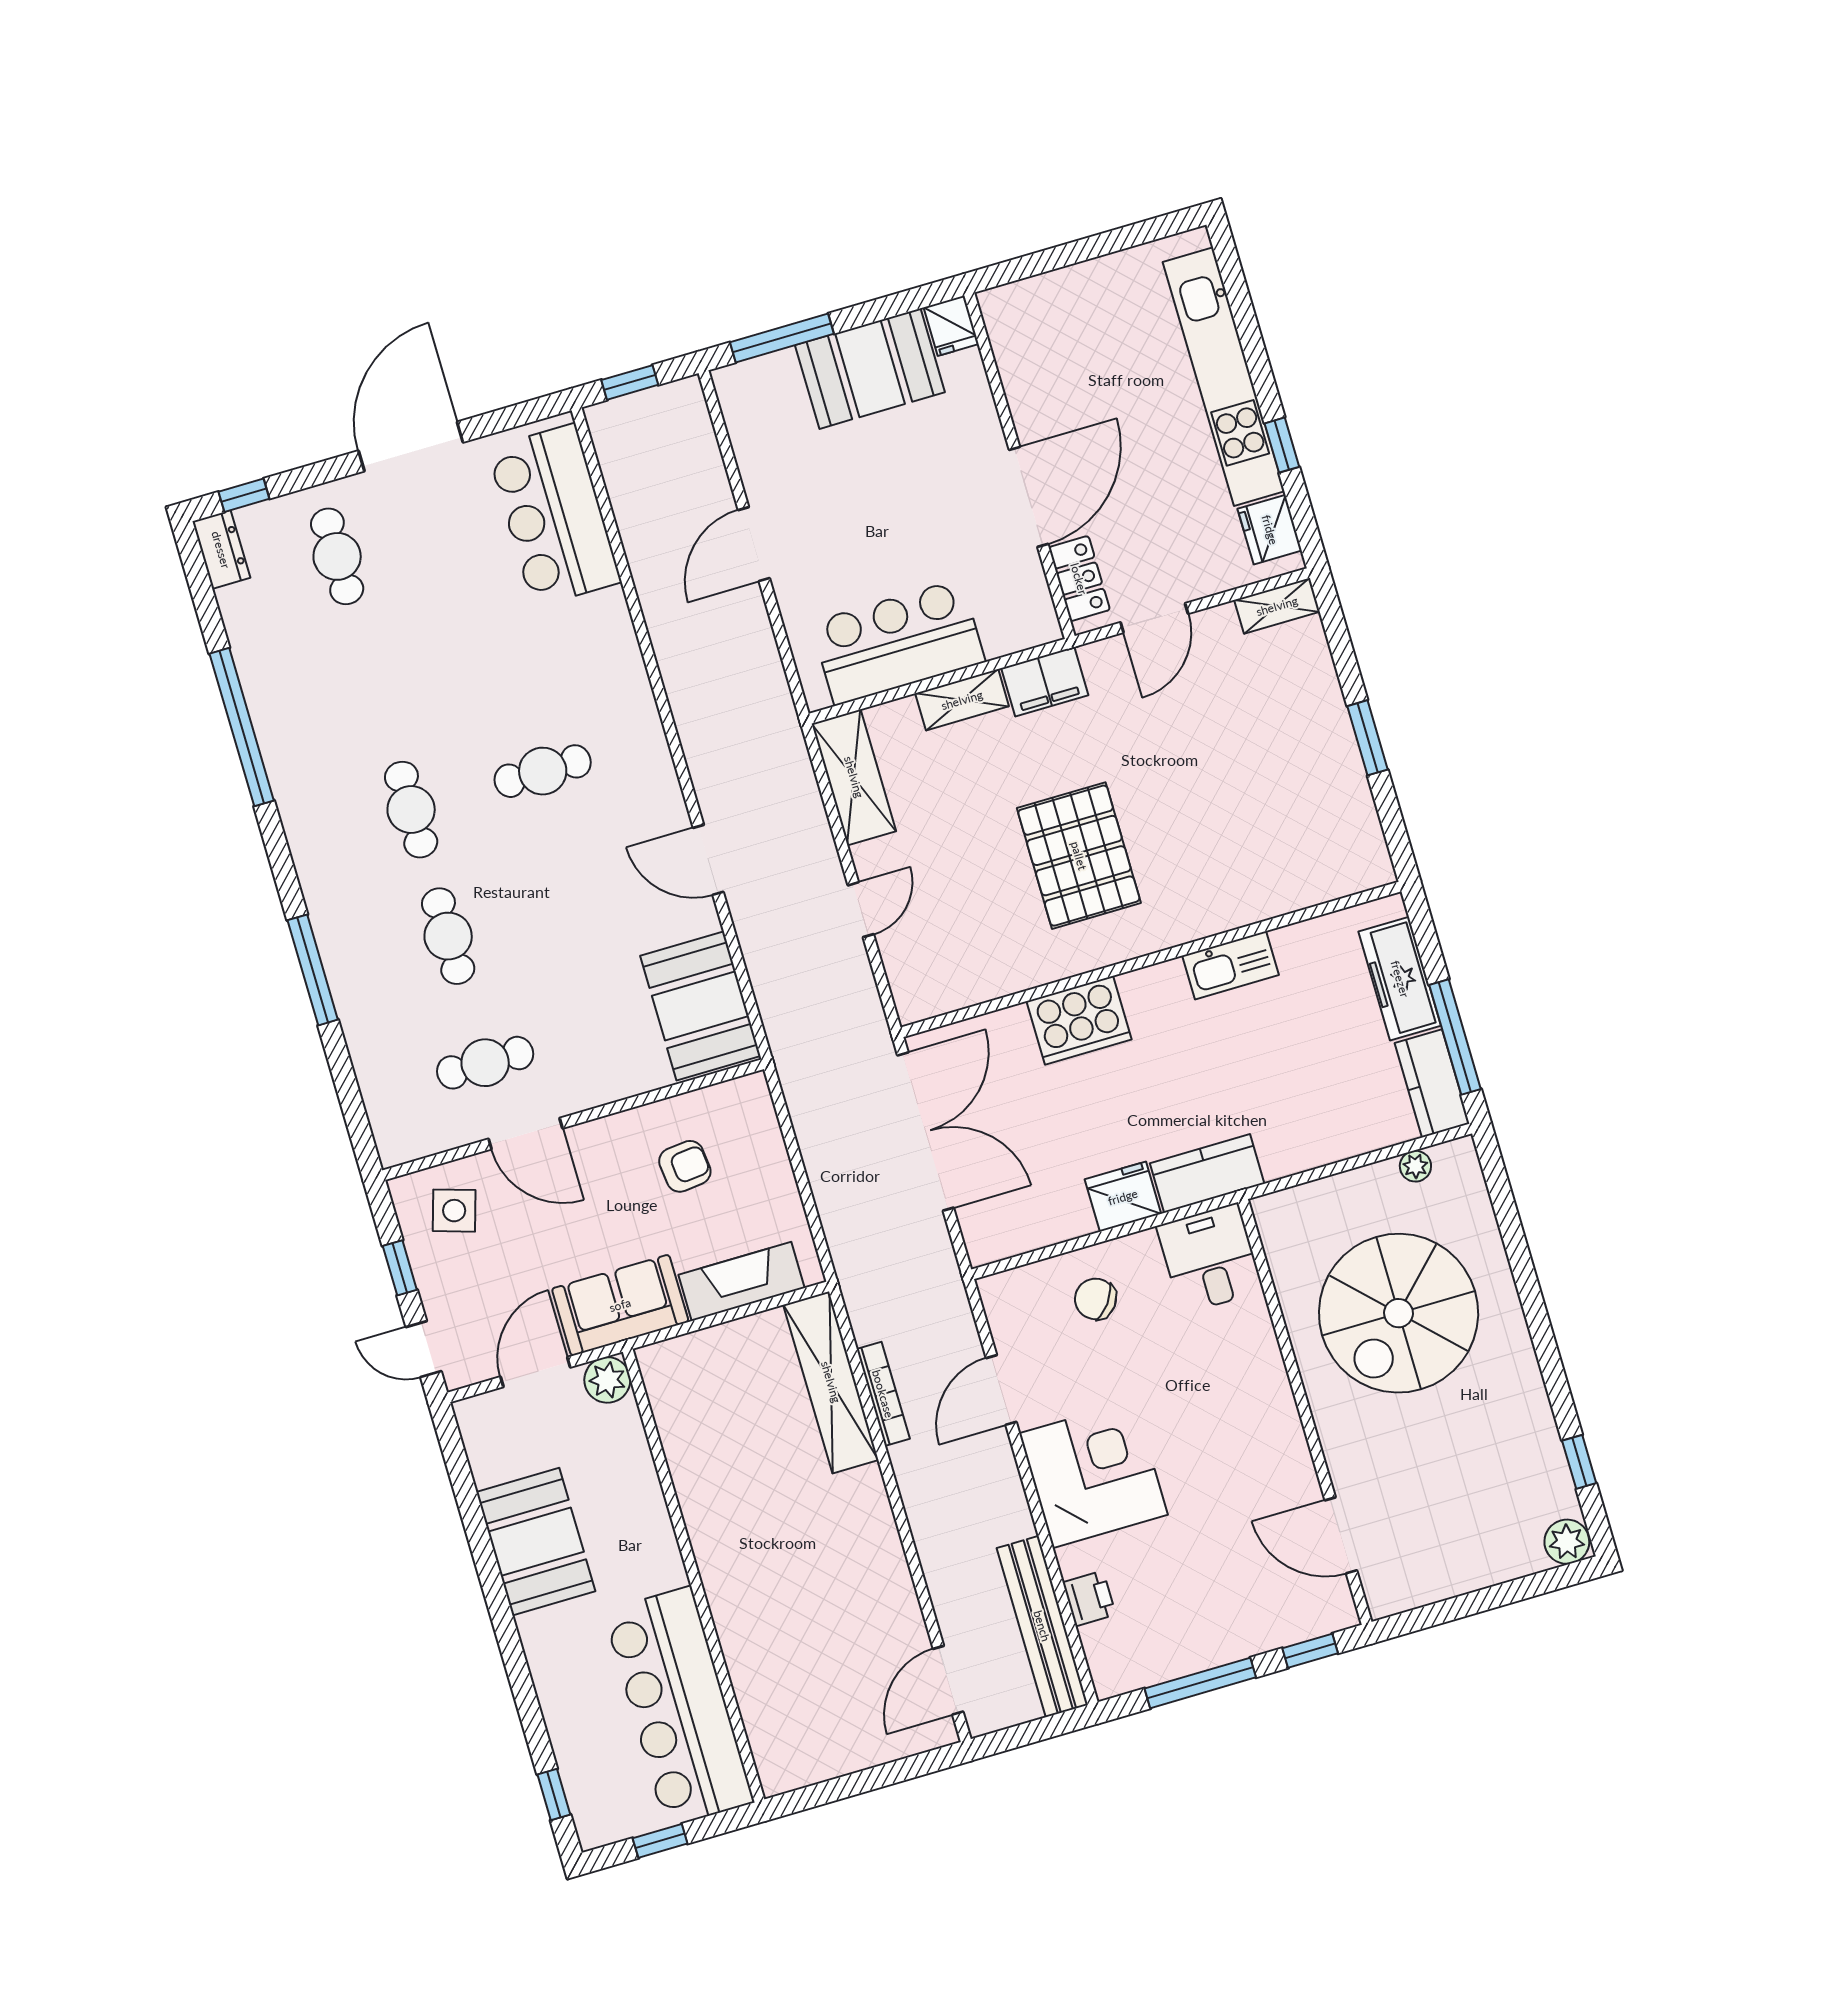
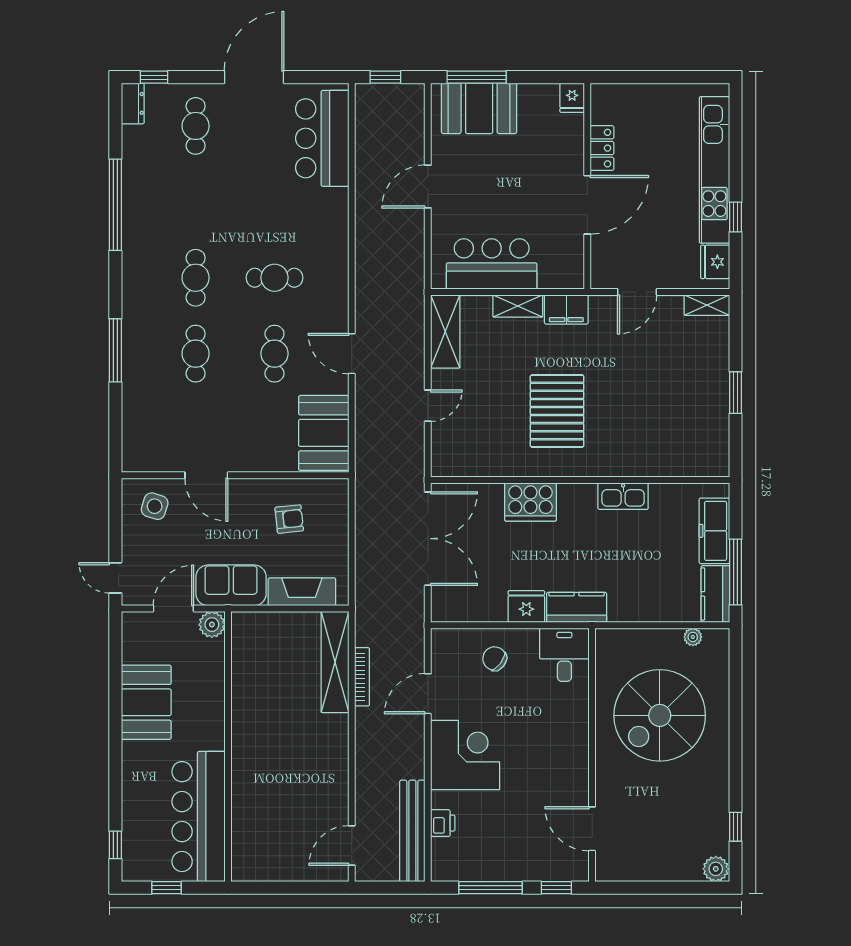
booth: (870, 369) -> (479, 108), moved
locker: (1079, 579) -> (602, 148), moved
cafe table: (485, 1063) -> (274, 354), moved, turned 90
window: (400, 1268) -> (115, 529), removed

